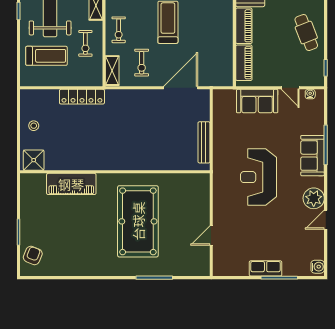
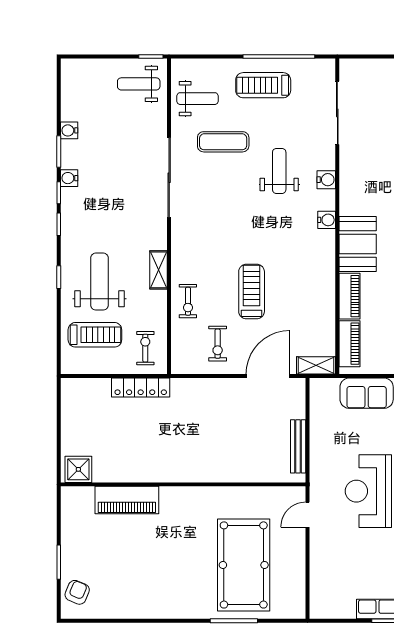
exercise bike: (85, 43) -> (145, 348), moved, turned 180
shelving: (112, 71) -> (316, 365), moved, turned 90
stool: (34, 126) -> (78, 425), removed
pool table: (138, 221) -> (244, 565), moved
door: (211, 236) -> (307, 515), moved

